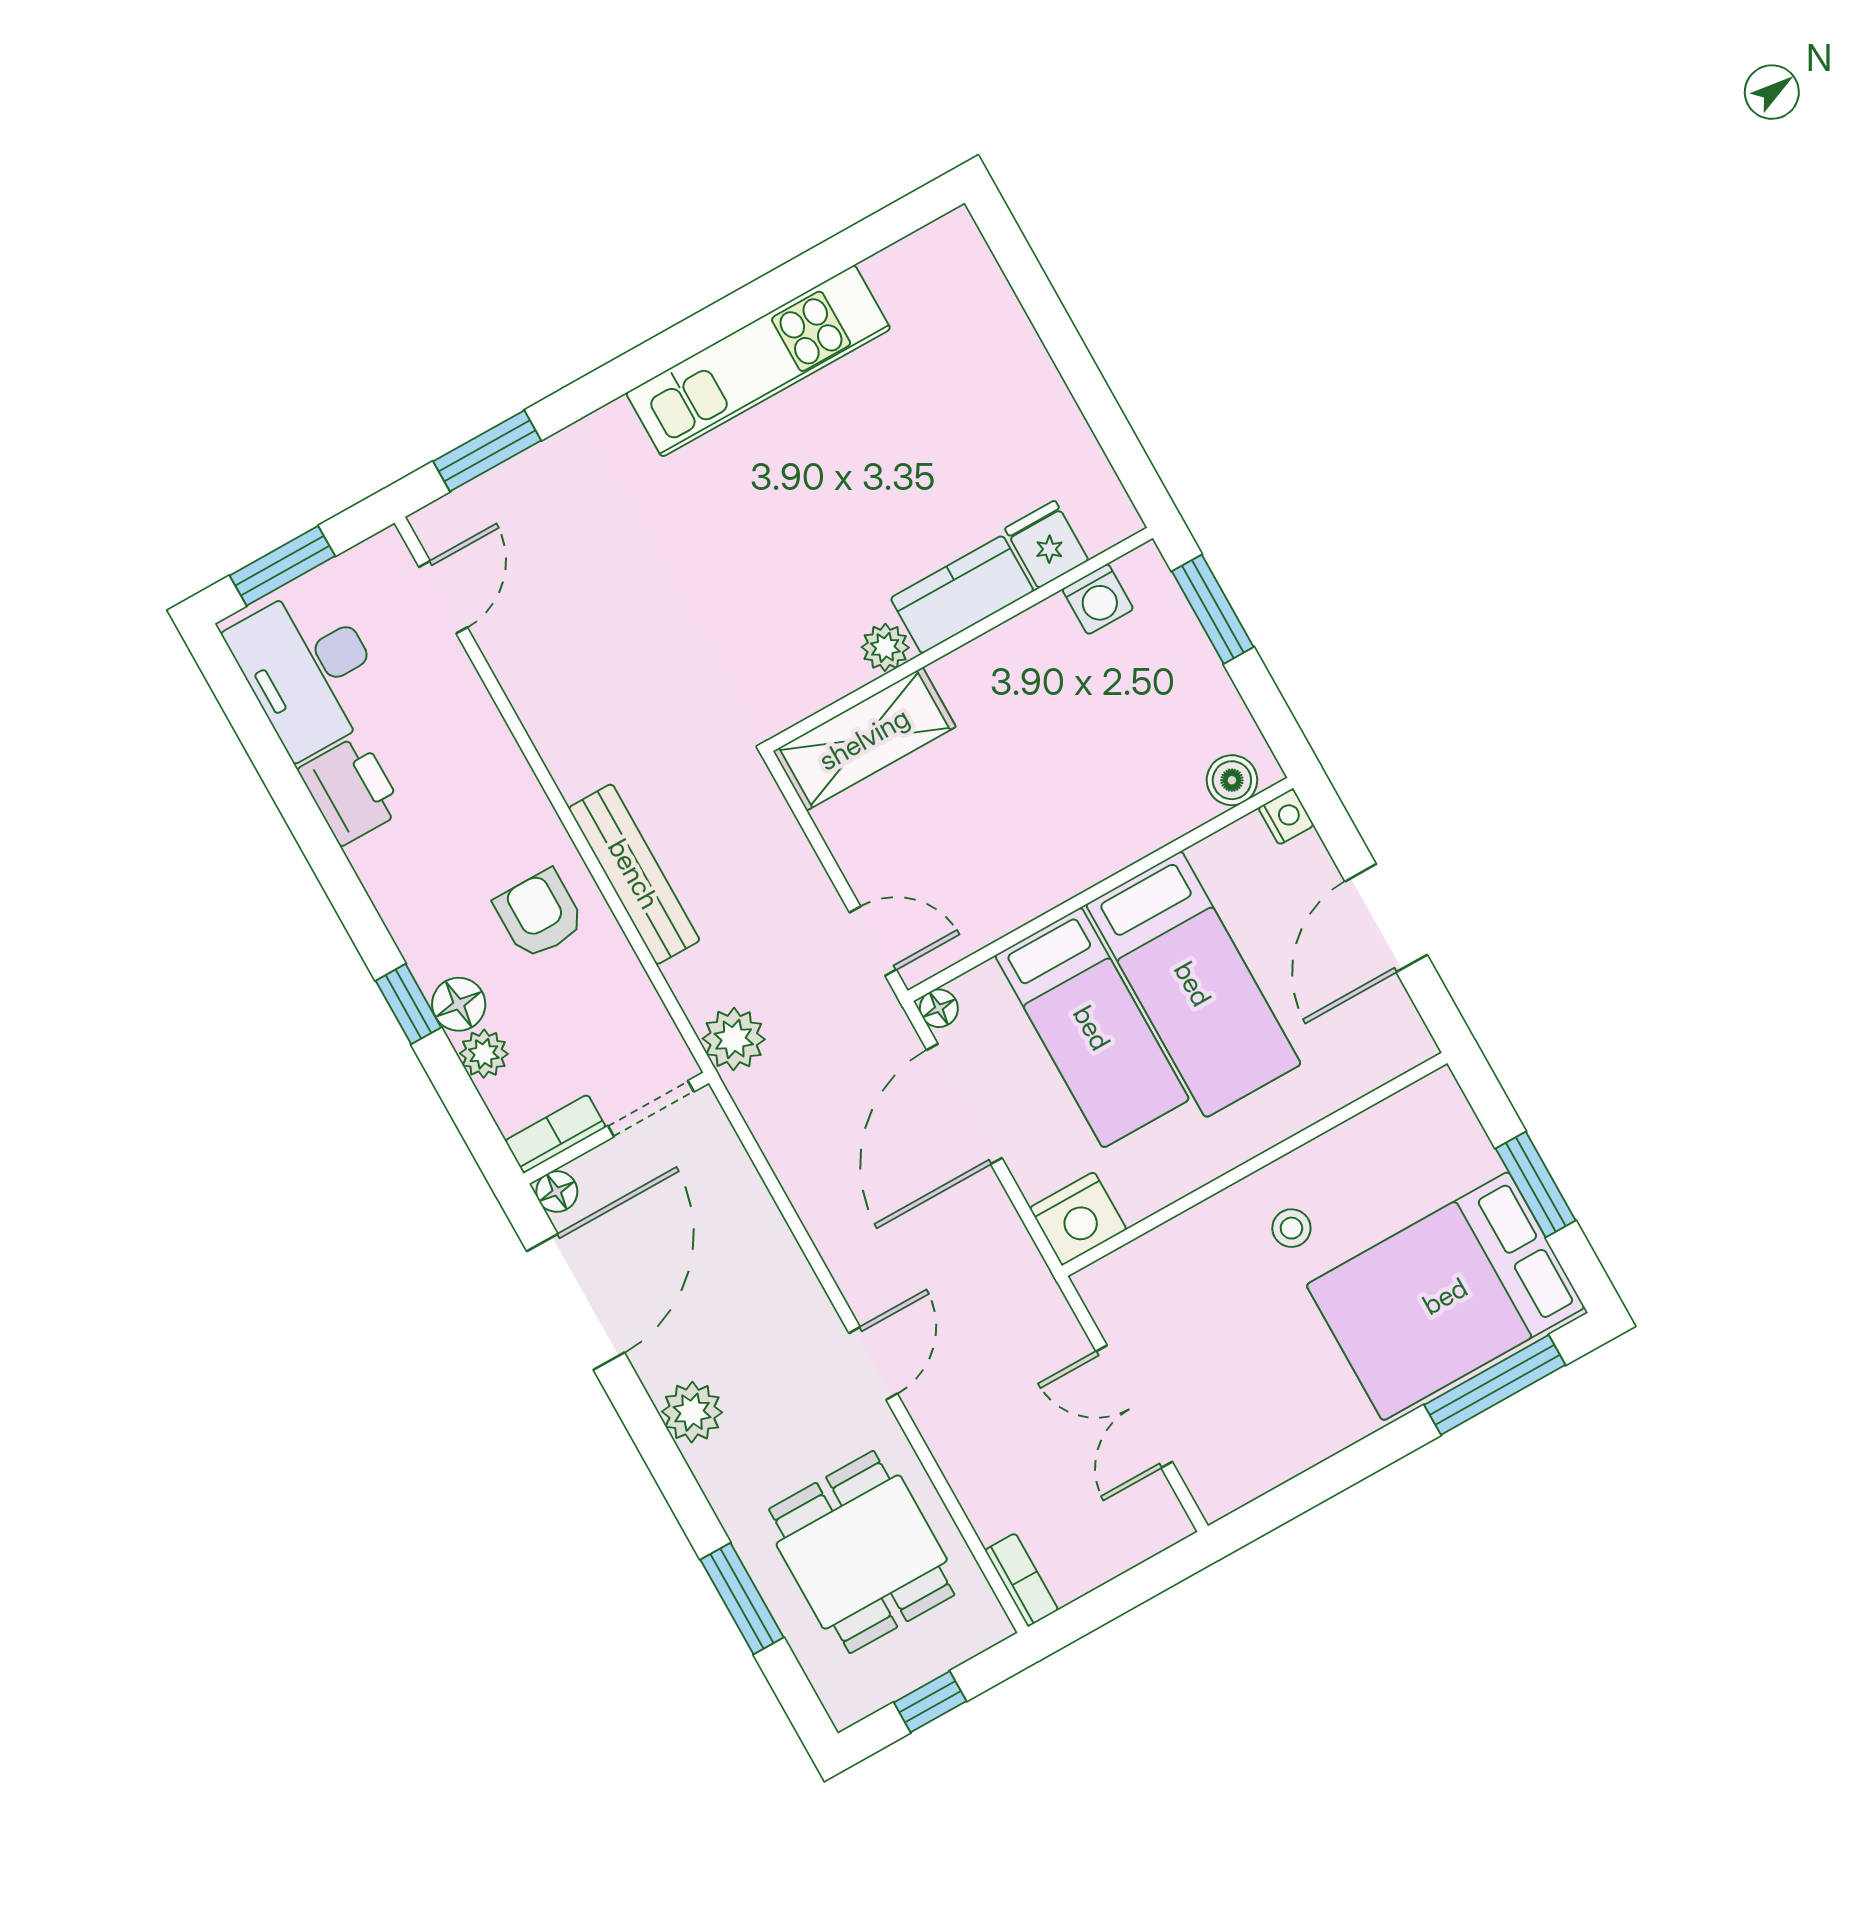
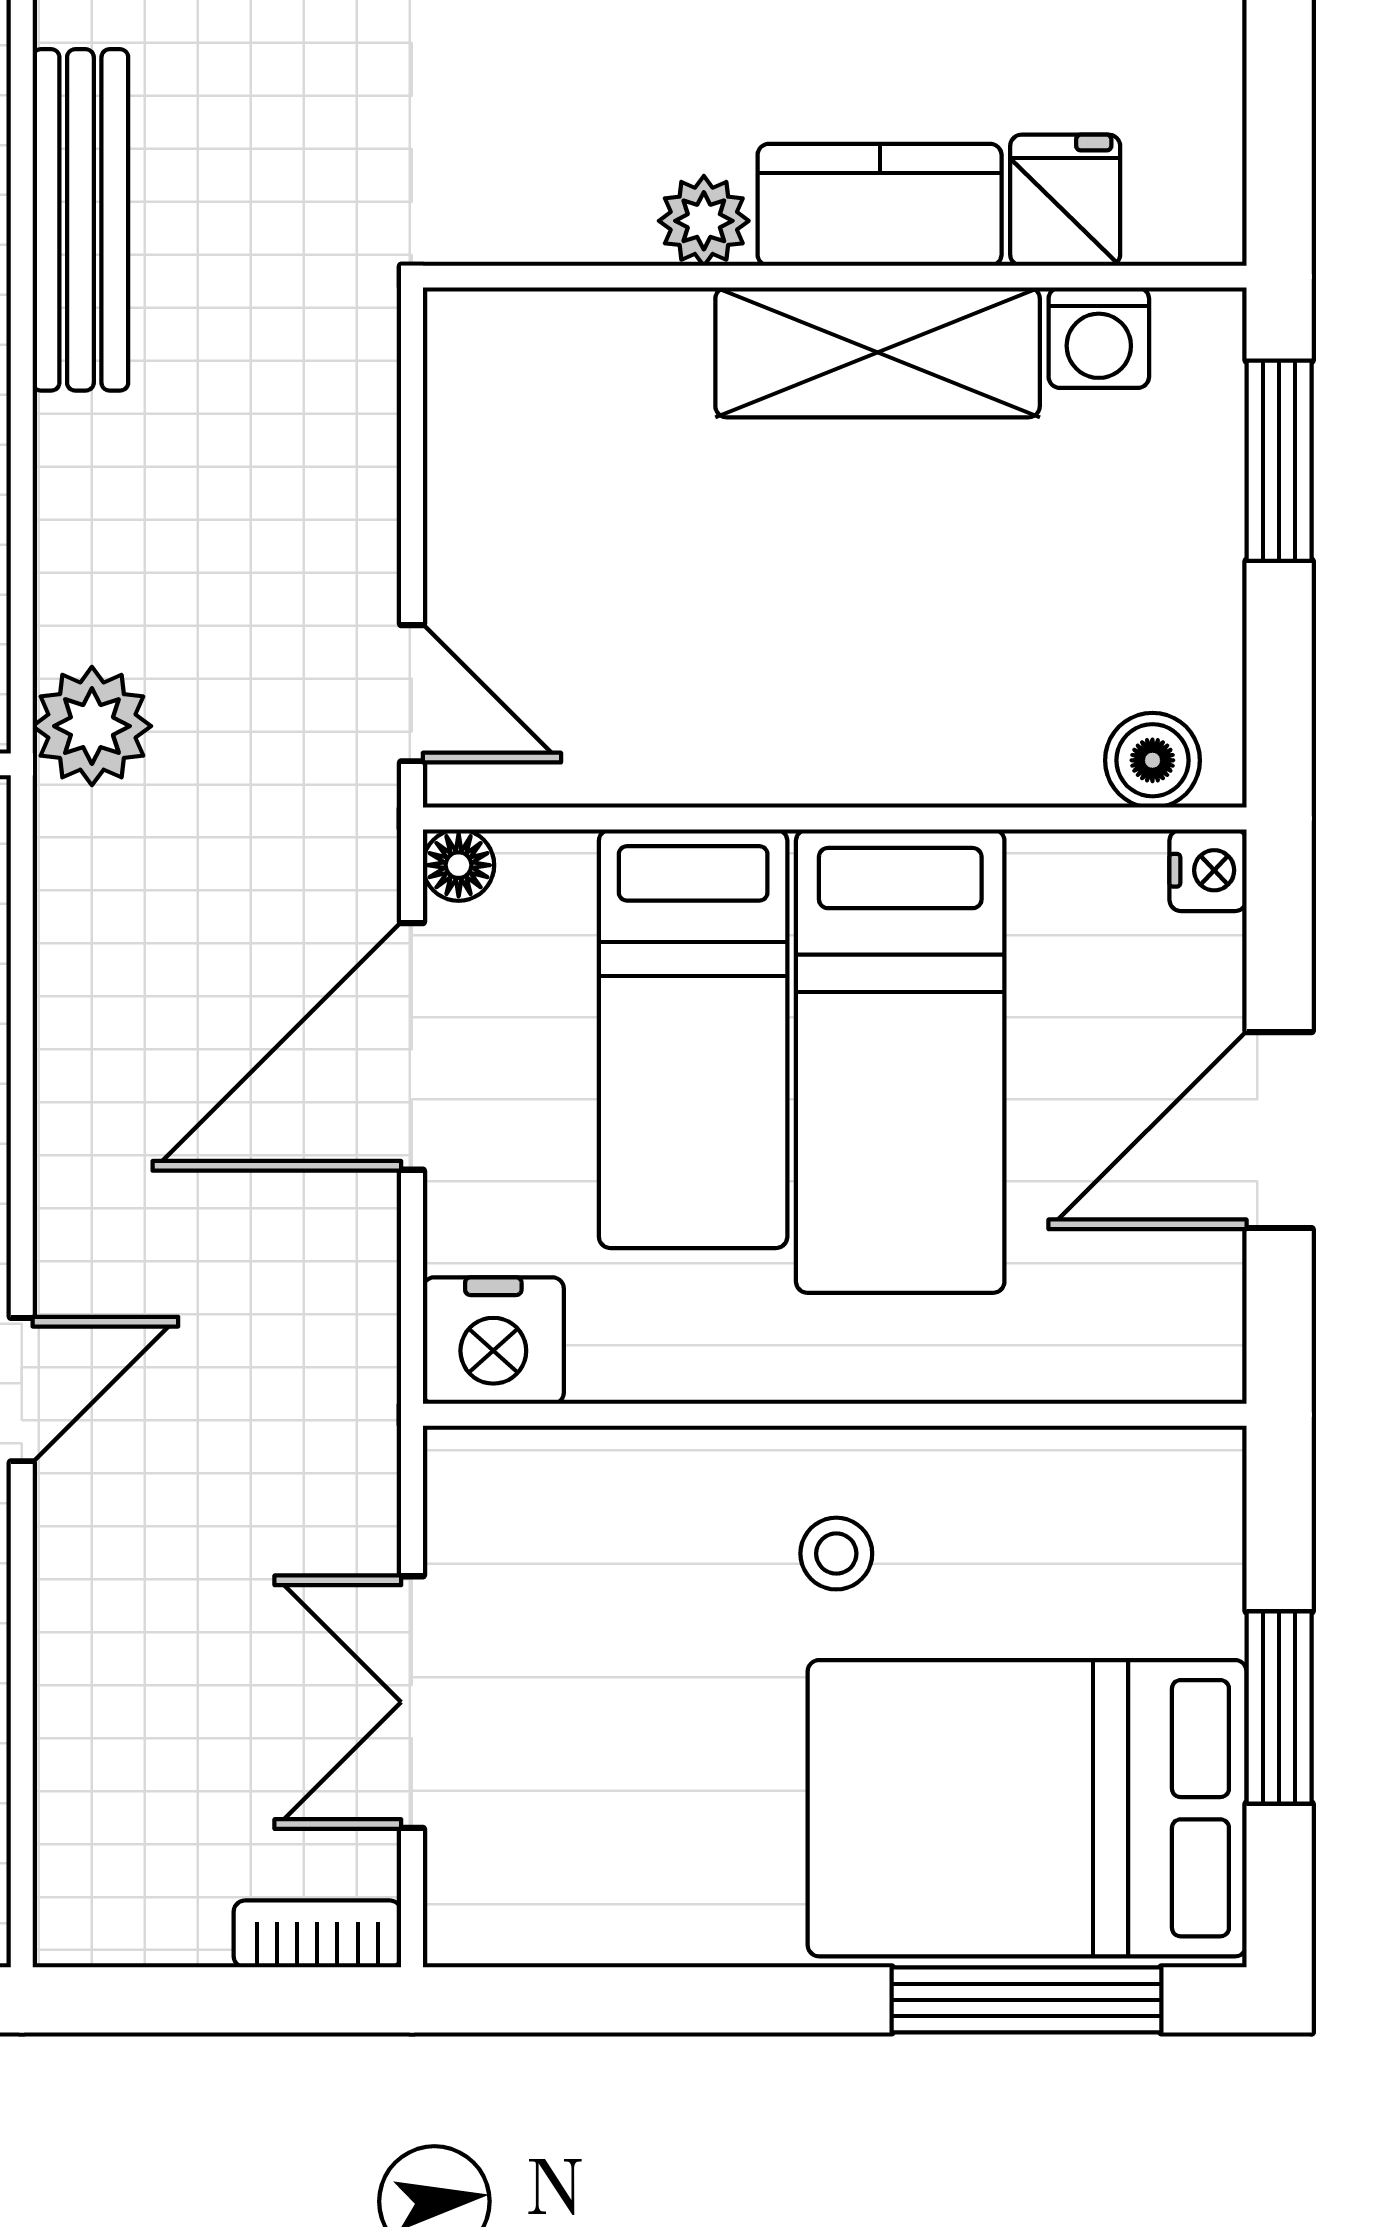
shelving: (864, 739) -> (878, 352), moved
bench: (634, 874) -> (80, 220), moved
bookcase: (1022, 1580) -> (317, 1934), moved, turned -90

